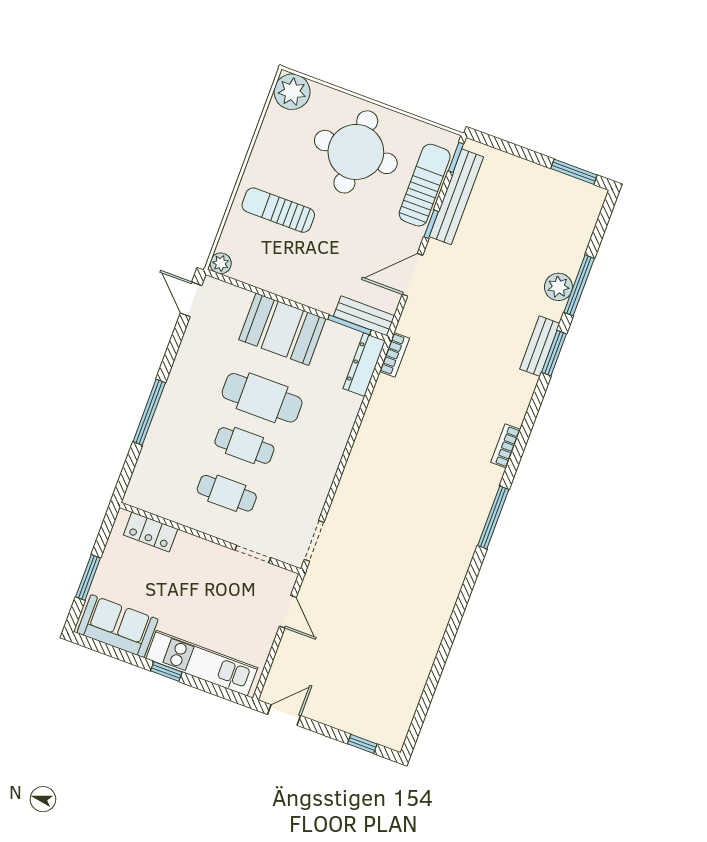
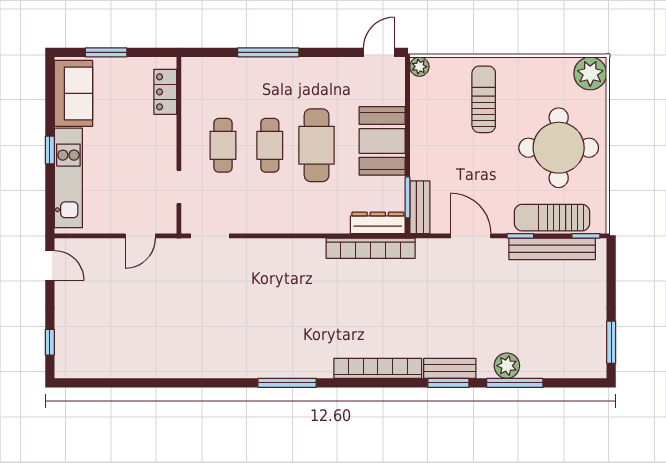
sun lounger: (425, 185) -> (552, 218), turned 180
bookcase: (394, 355) -> (371, 248), width x2.31, depth x1.31
bookcase: (506, 446) -> (378, 368), width x2.31, depth x1.31

